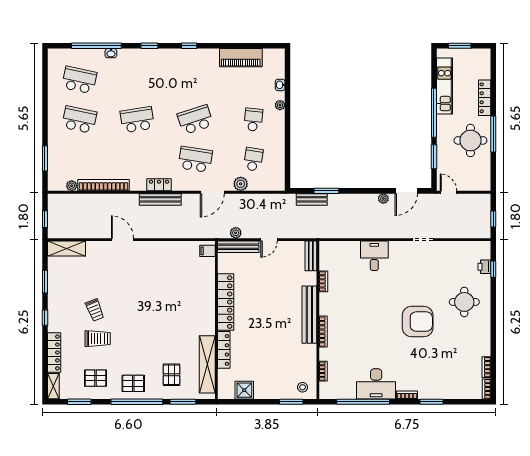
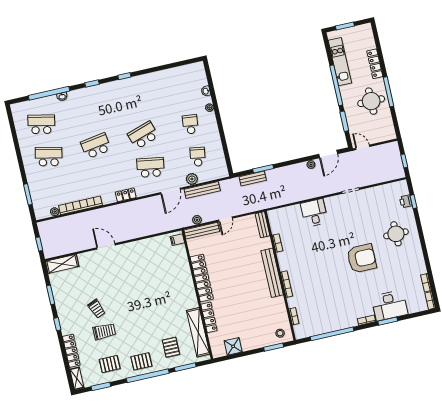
piano: (241, 58) -> (169, 76), removed
bench: (160, 199) -> (202, 190), moved
desk: (376, 384) -> (390, 305), moved

